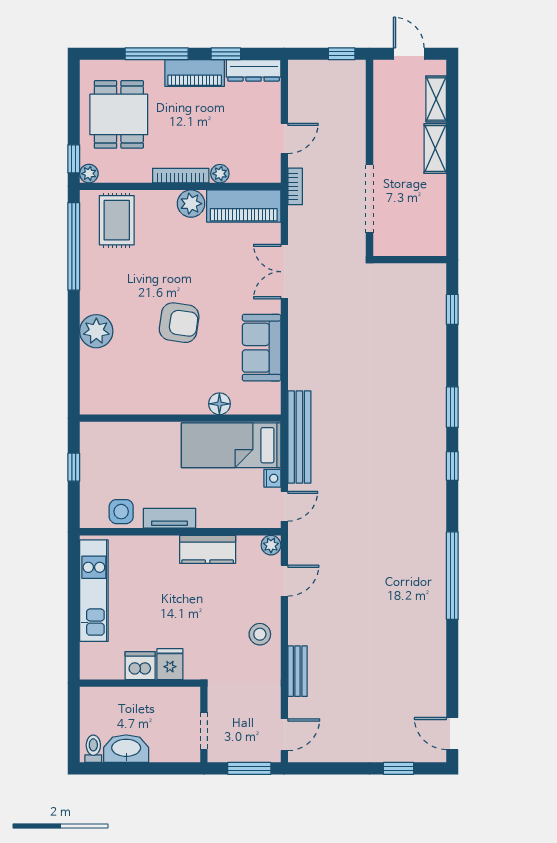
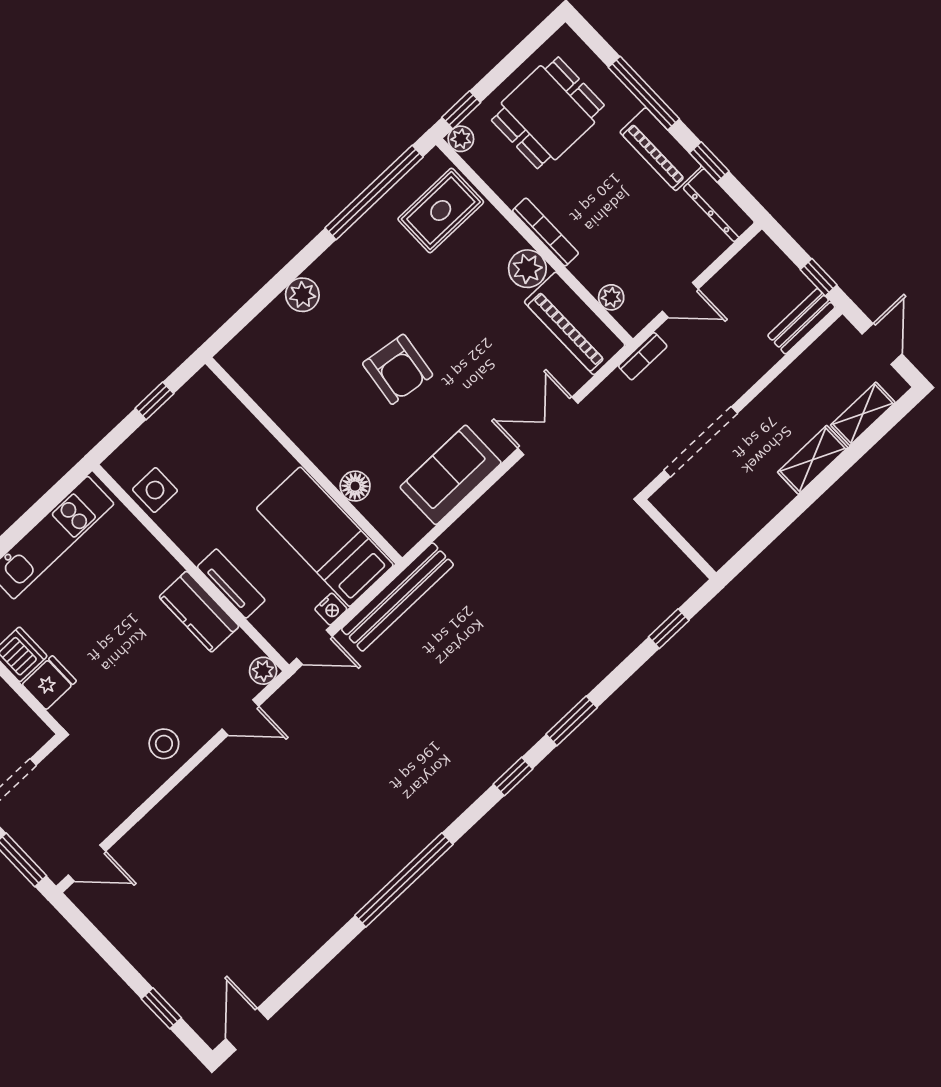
plant: (220, 174) -> (611, 297), moved
plant: (96, 331) -> (302, 295), width x0.73, depth x0.73
tv unit: (170, 518) -> (231, 584), moved
bench: (298, 671) -> (801, 321), moved

